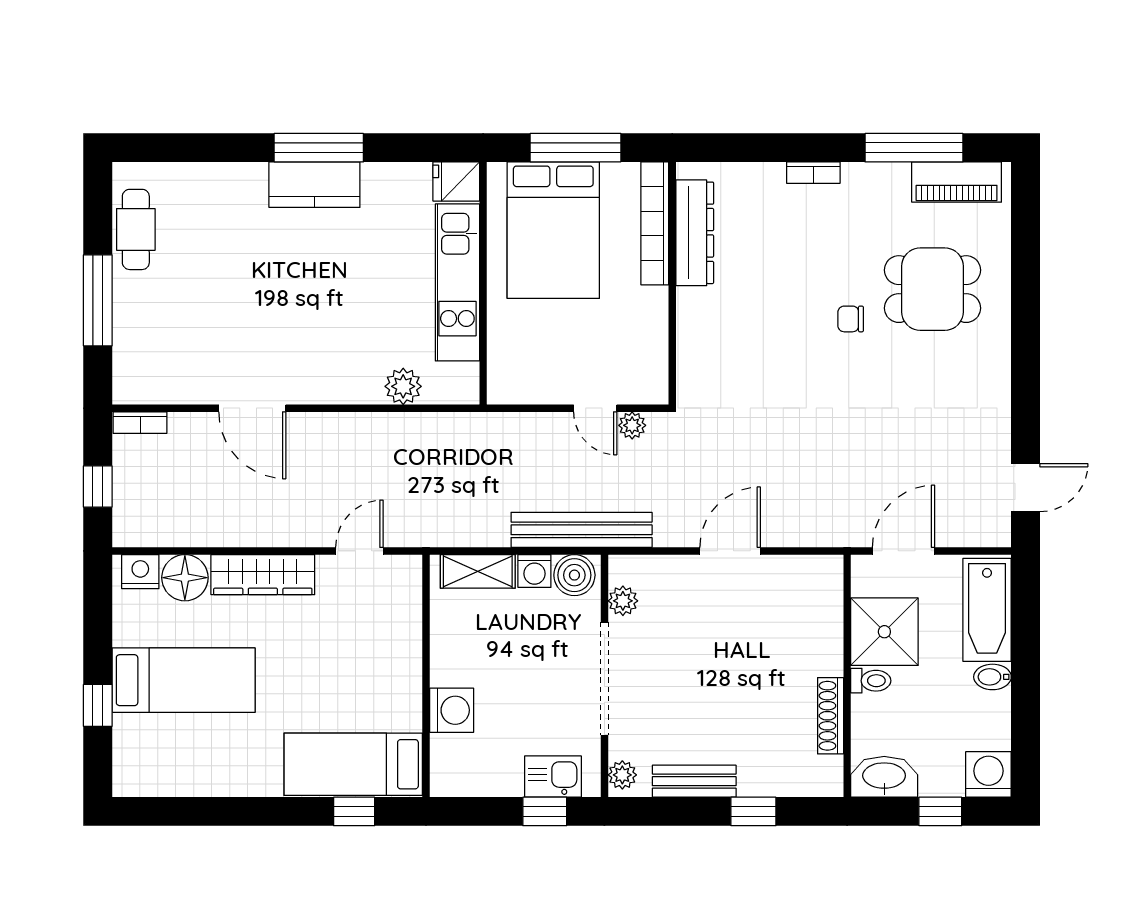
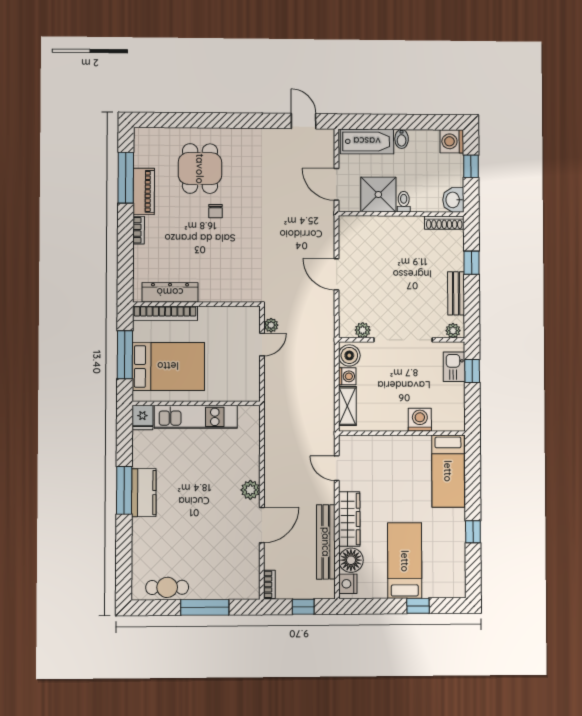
piano: (957, 182) -> (144, 191), moved
plant: (403, 386) -> (250, 490), moved
bench: (582, 530) -> (326, 542), moved
shoe rack: (831, 716) -> (444, 223), moved
washbasin: (884, 777) -> (453, 200), width x0.72
window: (354, 811) -> (473, 532), moved

